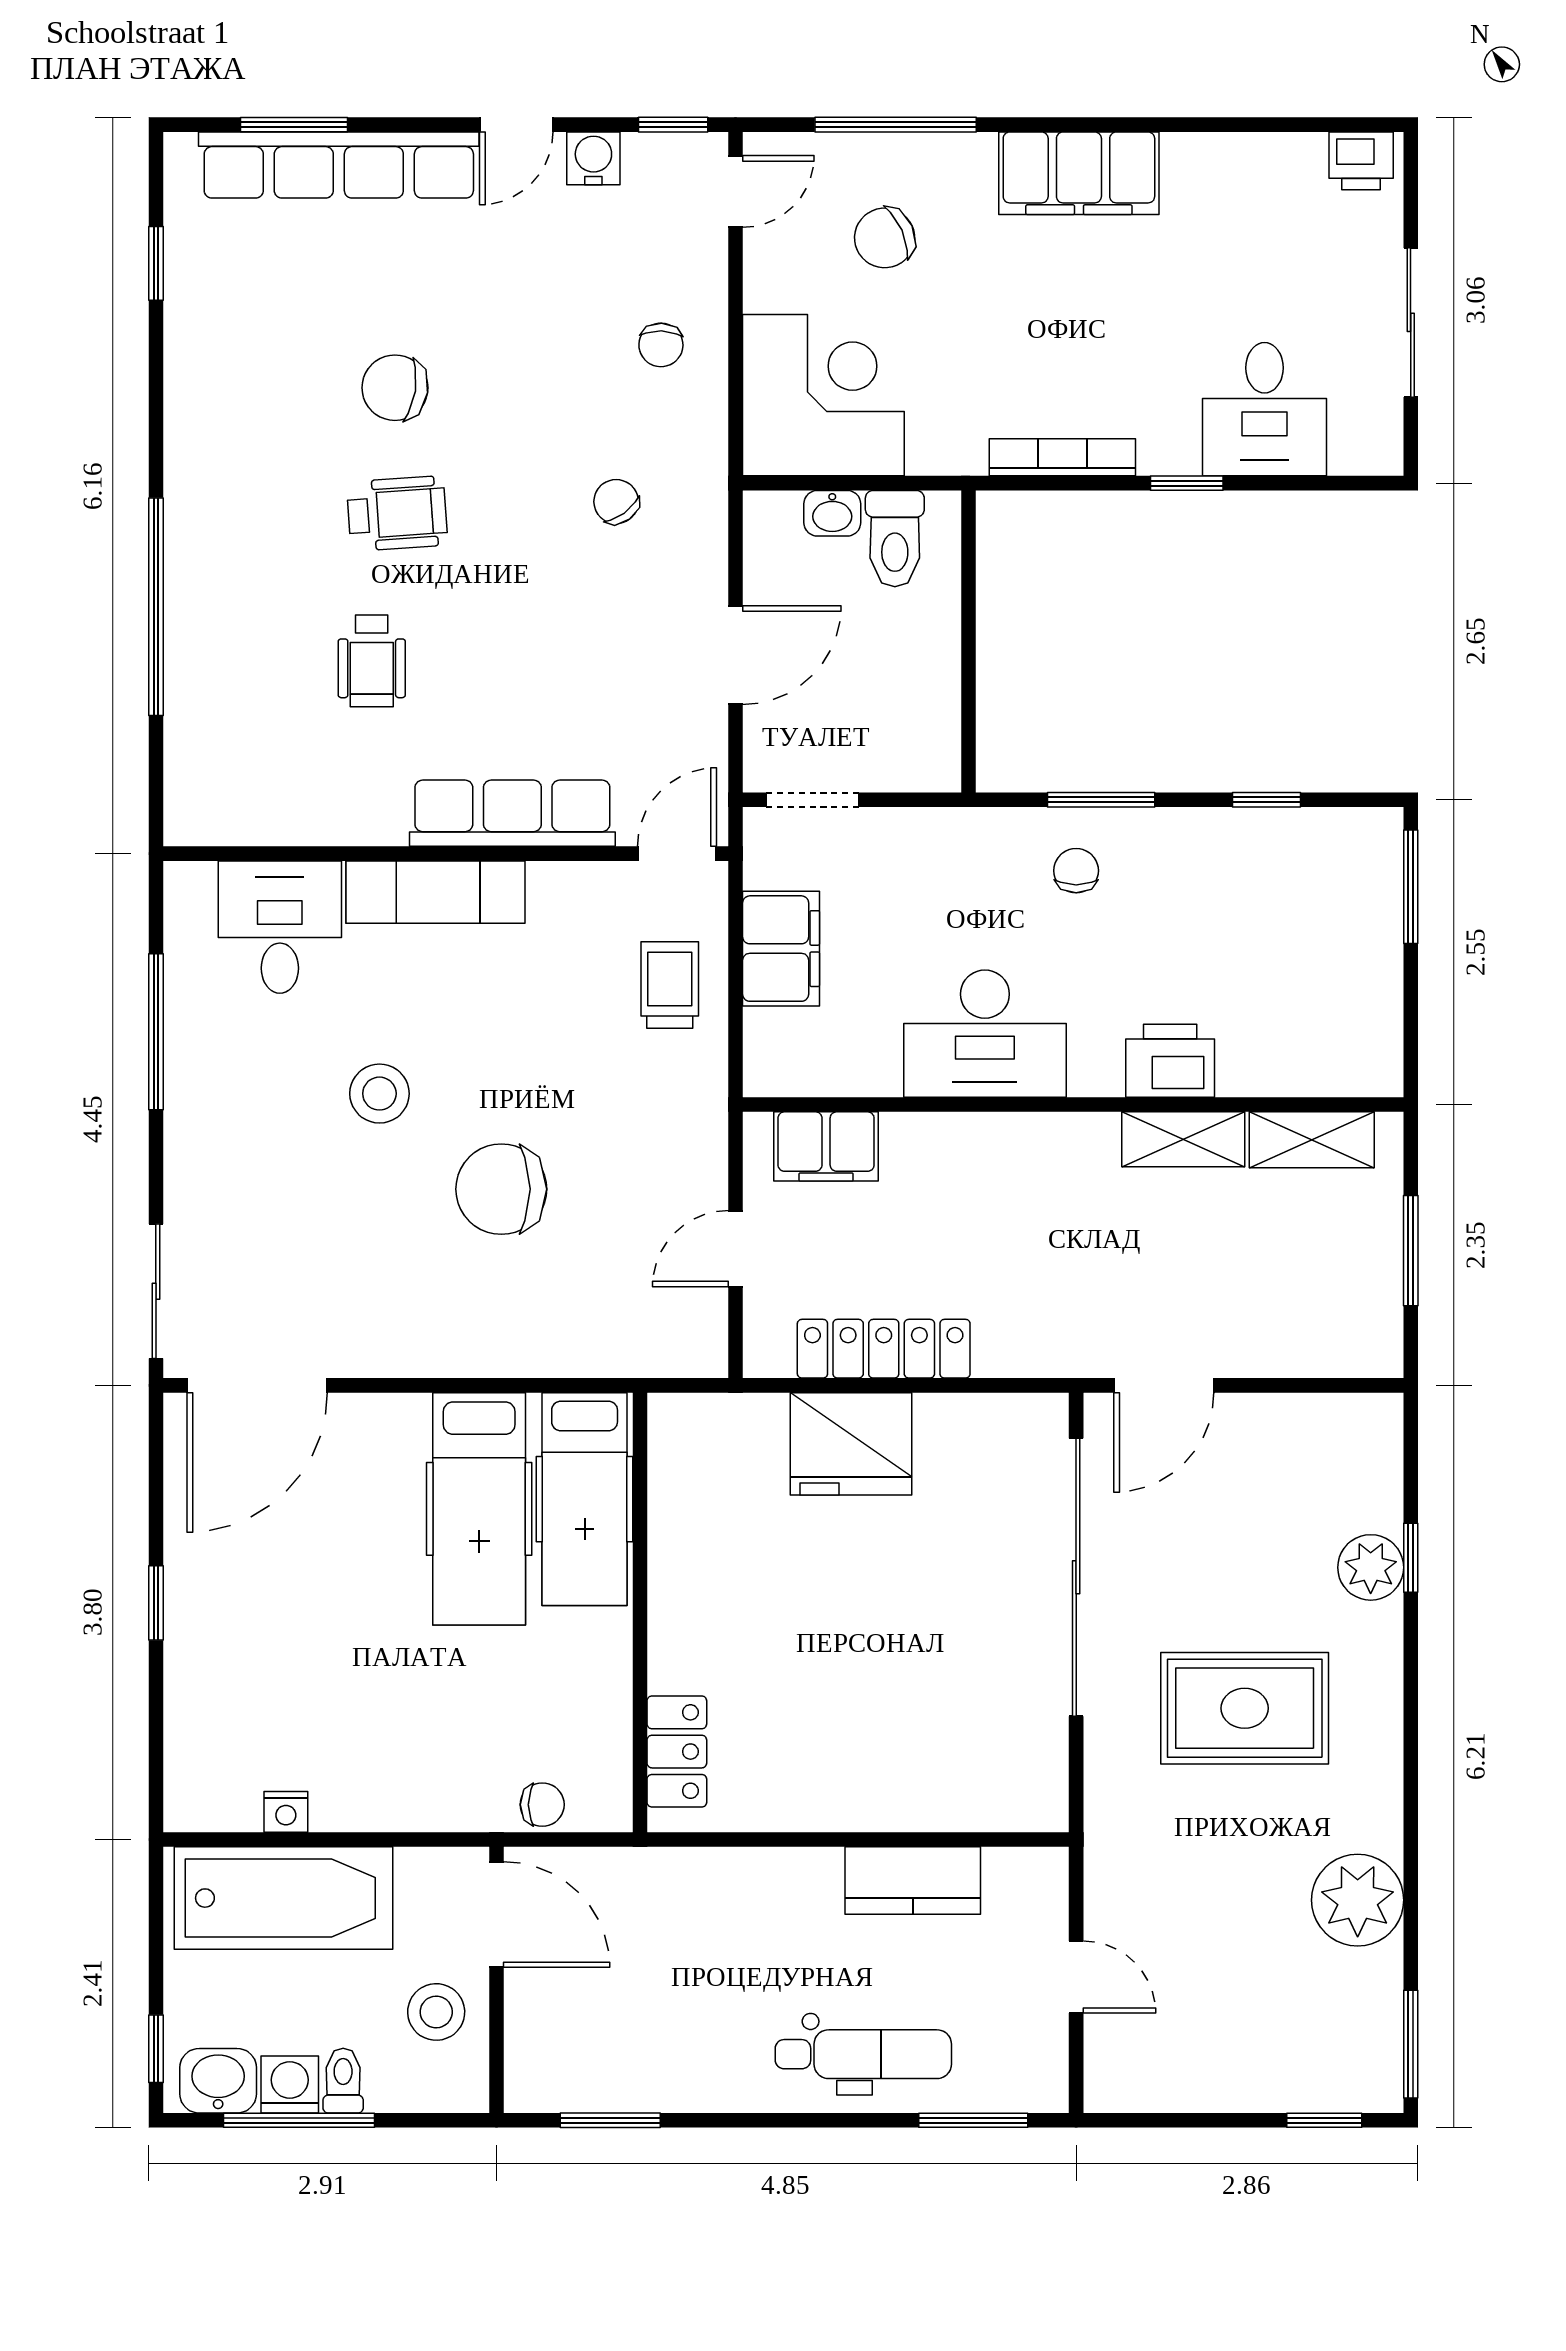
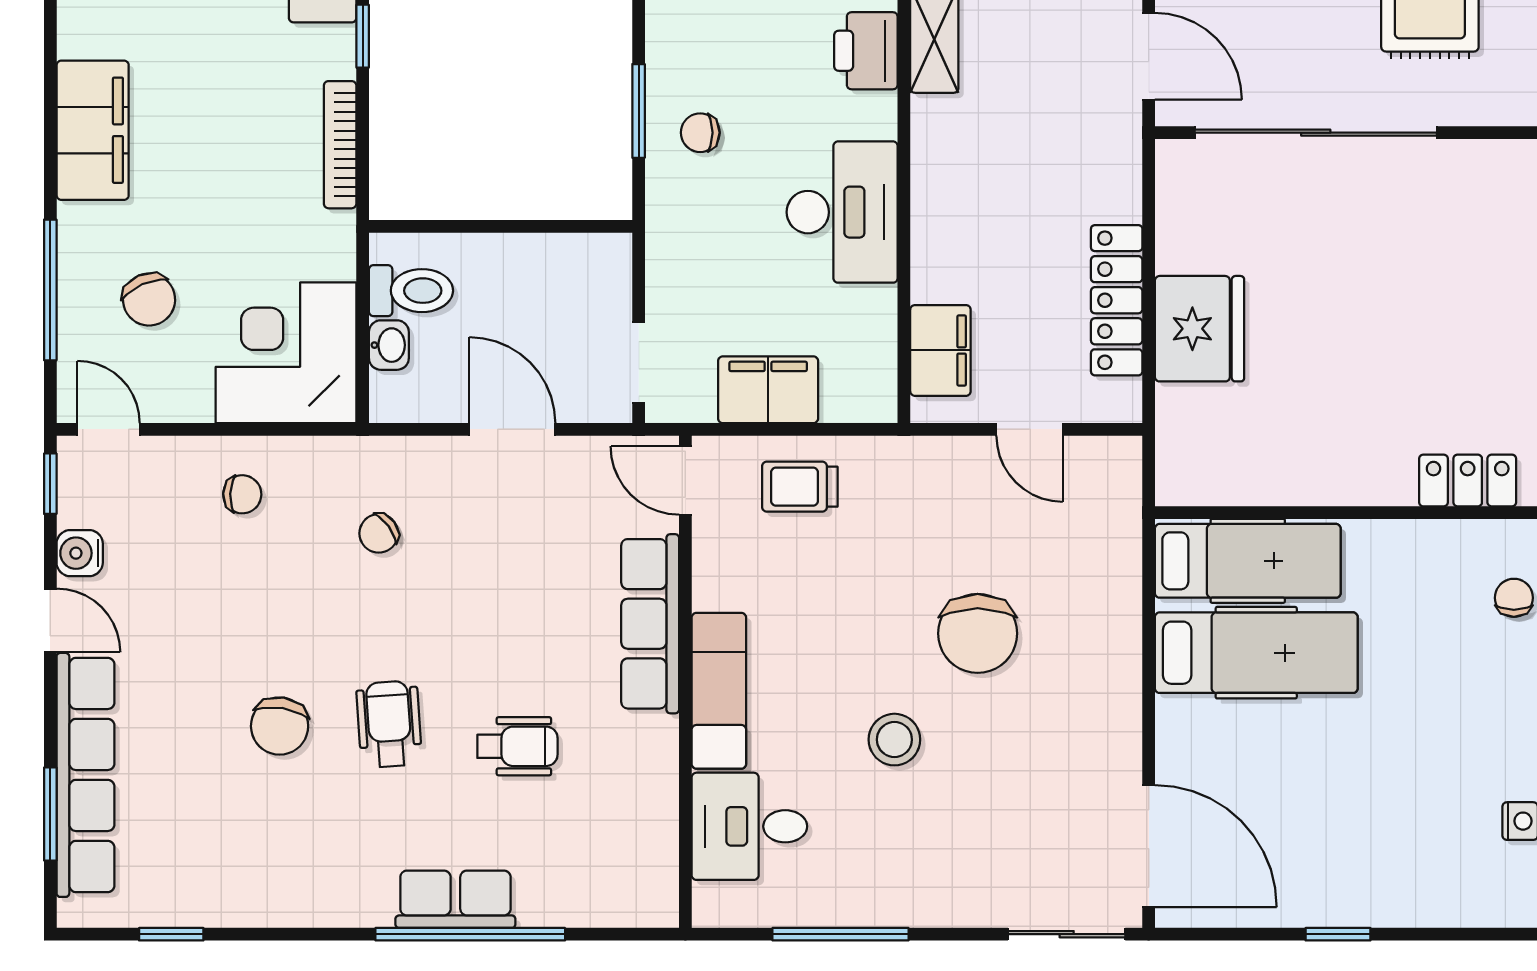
row of seats: (196, 590) -> (455, 899), added

